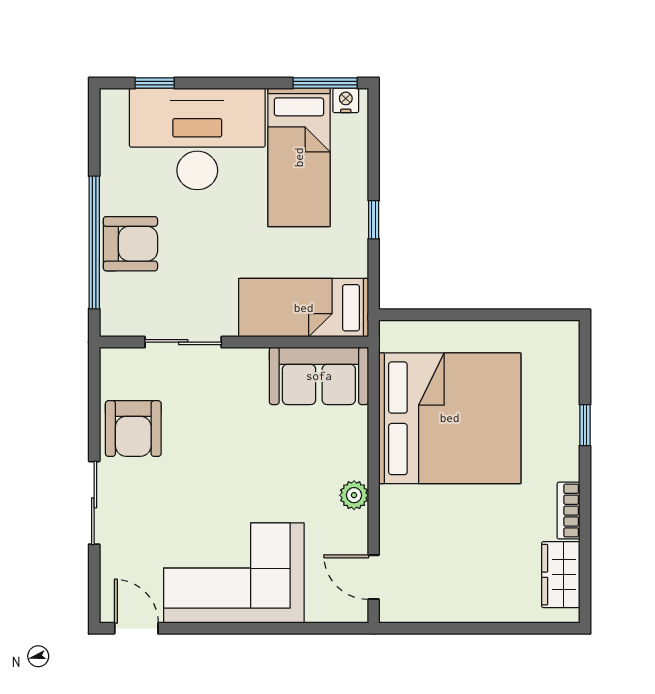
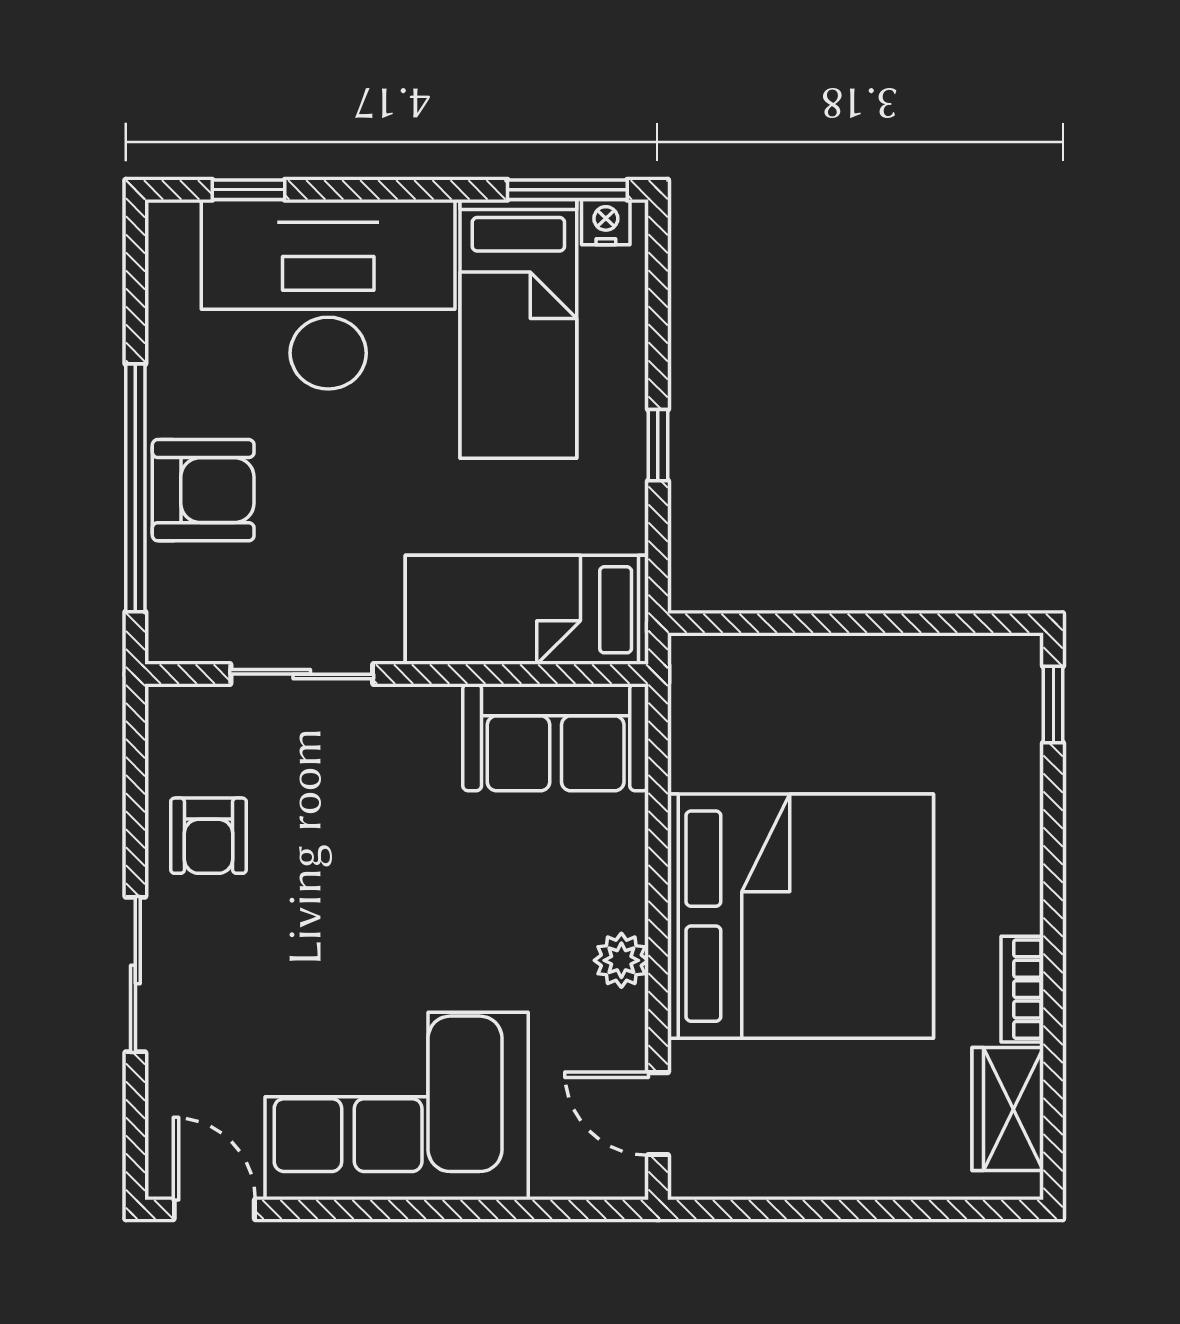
bed: (450, 418) -> (800, 916), moved
window: (585, 425) -> (1053, 705), moved
armchair: (133, 429) -> (209, 836), width x0.72, depth x0.72

